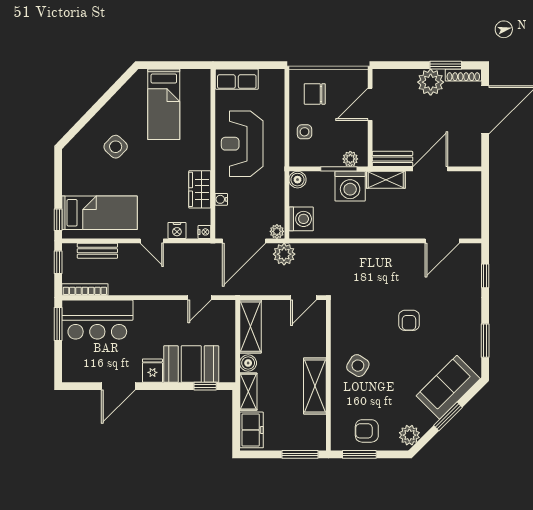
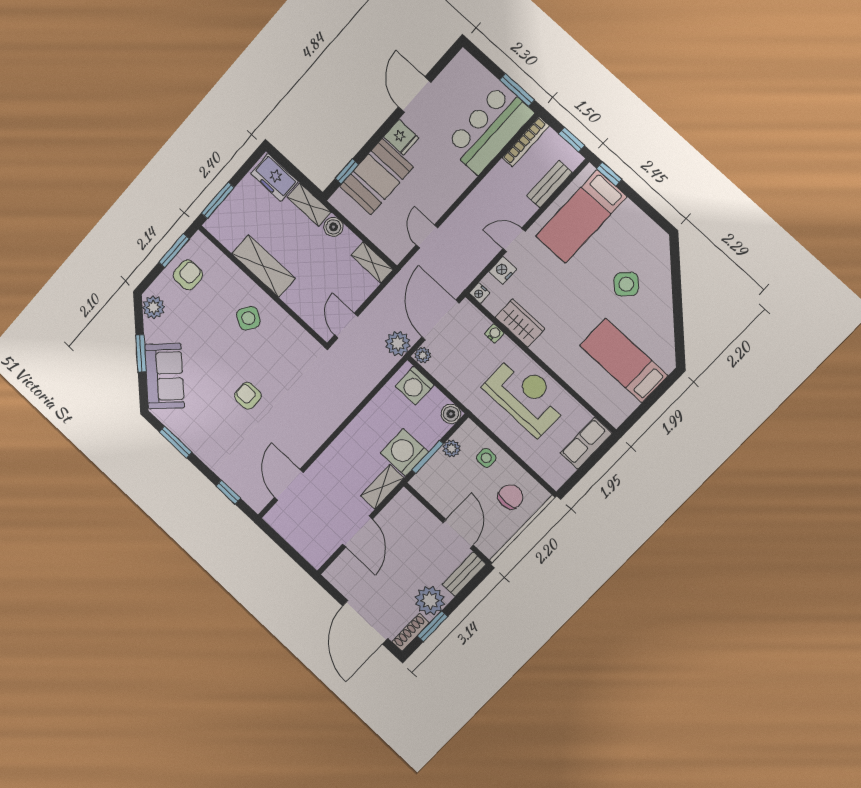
plant: (350, 159) -> (452, 448), moved
bench: (392, 159) -> (464, 574), moved
shelving: (251, 327) -> (372, 262), width x0.67, depth x0.75

